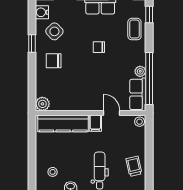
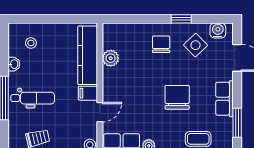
chair: (99, 47) -> (177, 97), width x1.87, depth x1.87
plant: (42, 104) -> (111, 58), moved

